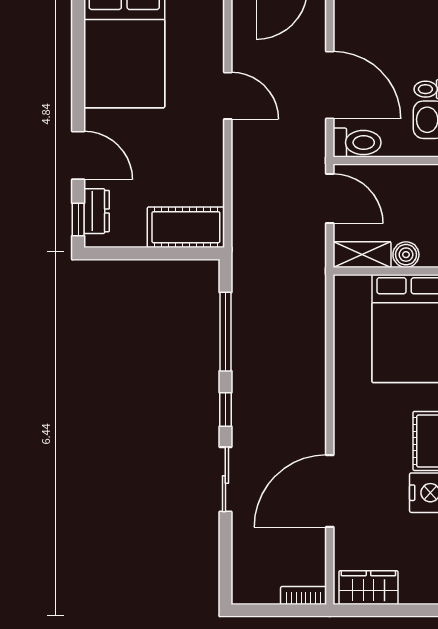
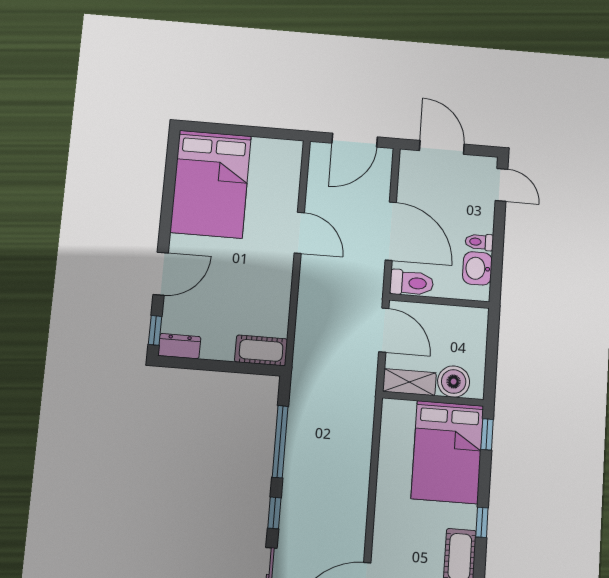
door: (78, 155) -> (161, 274), hinge flipped
dresser: (97, 211) -> (179, 346), moved, turned -90
cot: (186, 227) -> (261, 350), width x0.73, depth x0.75
boiler: (406, 255) -> (454, 382), width x1.36, depth x1.36

